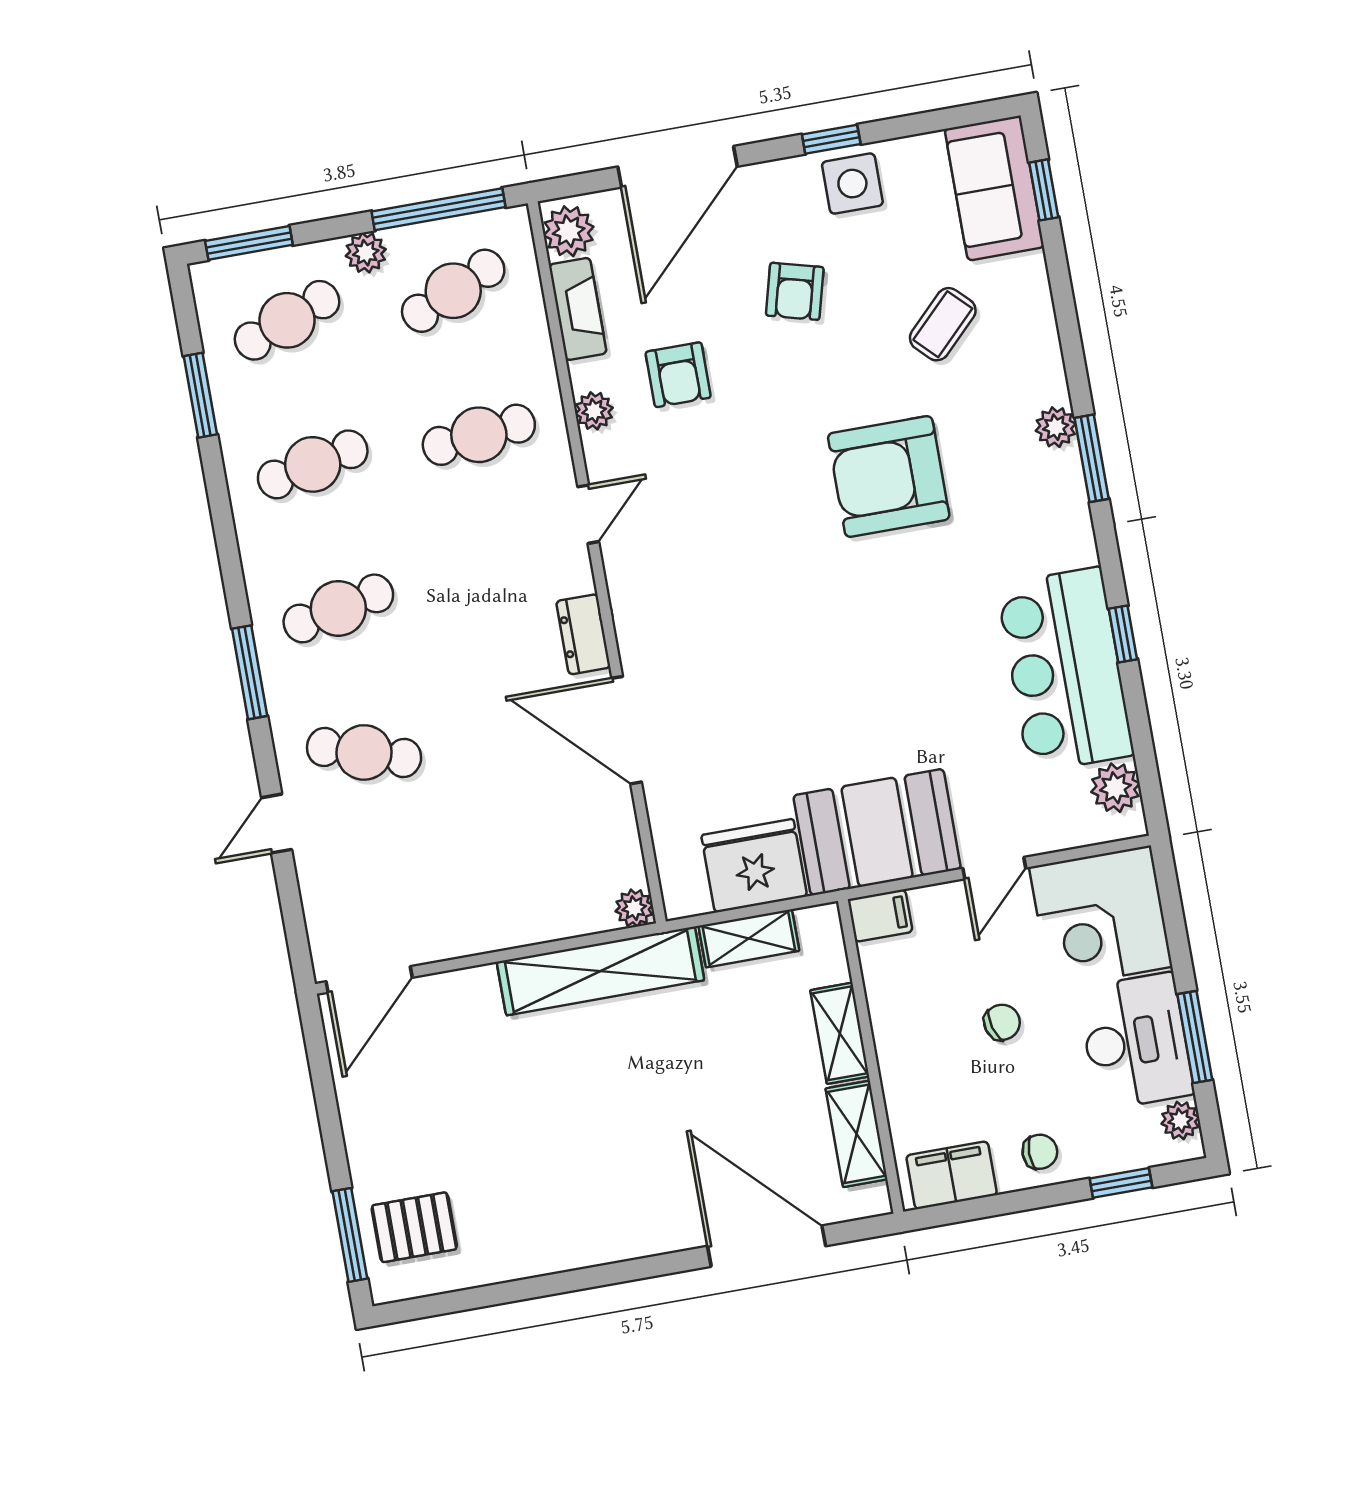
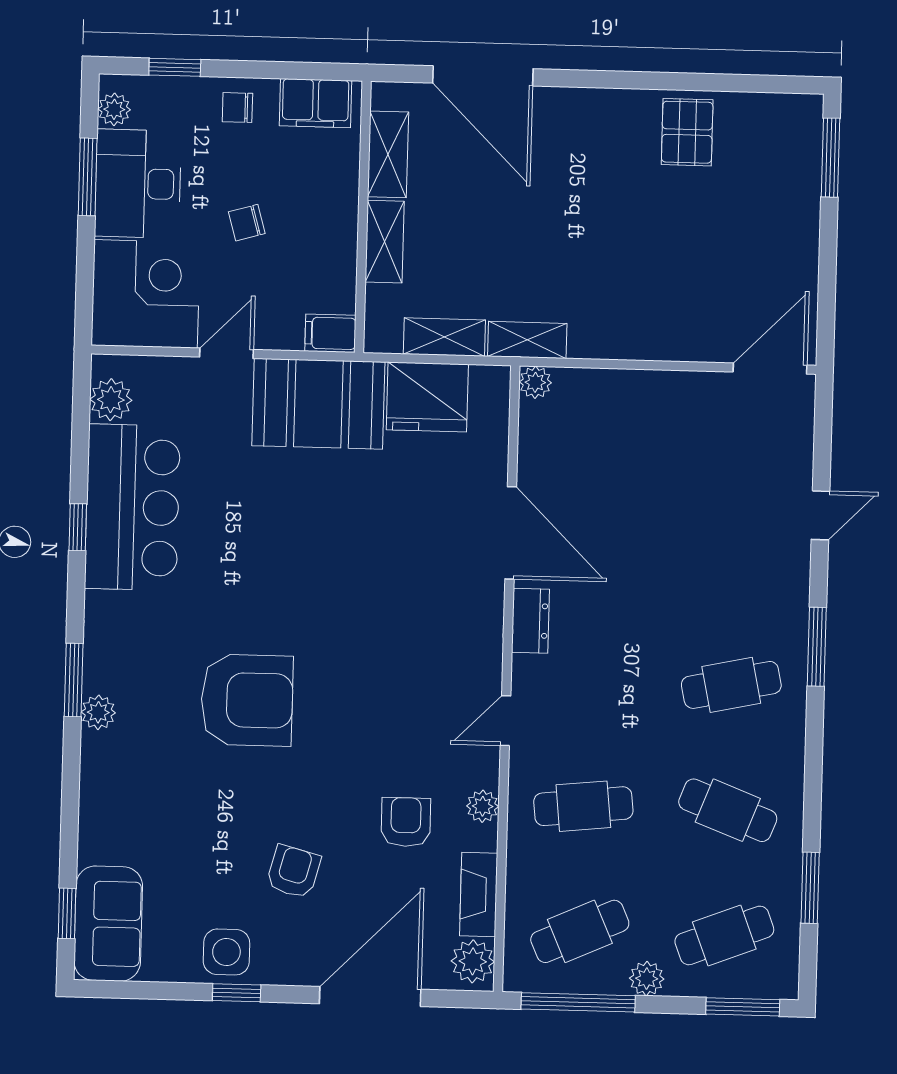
coffee table: (943, 324) -> (175, 818), removed
cafe table: (313, 464) -> (728, 810), turned 33
cafe table: (364, 752) -> (735, 560), removed
shelving: (600, 971) -> (527, 340), width x0.45, depth x0.75
pallet: (414, 1227) -> (687, 132), moved, turned 90

